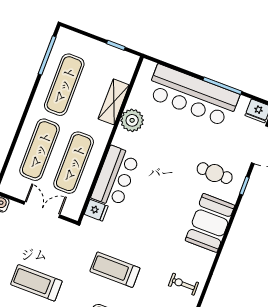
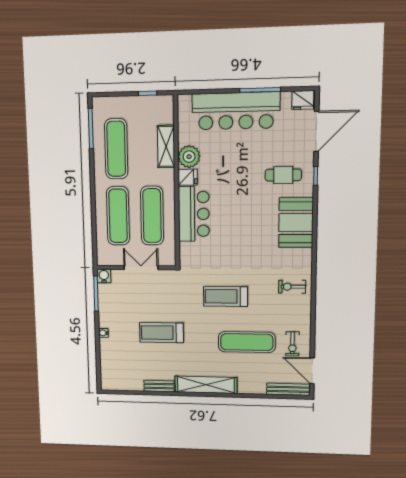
fridge: (96, 210) -> (188, 177), moved

